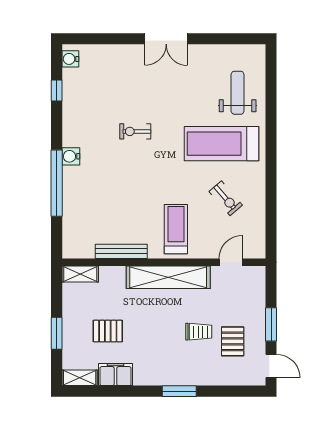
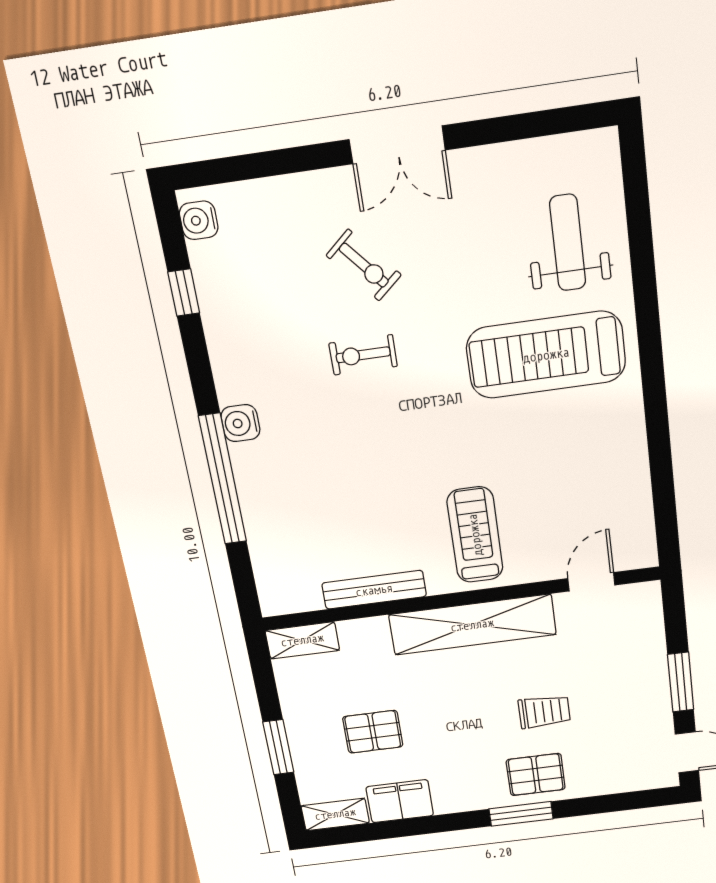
exercise bike: (226, 198) -> (364, 265), moved
pallet: (233, 341) -> (536, 775), moved, turned 90

